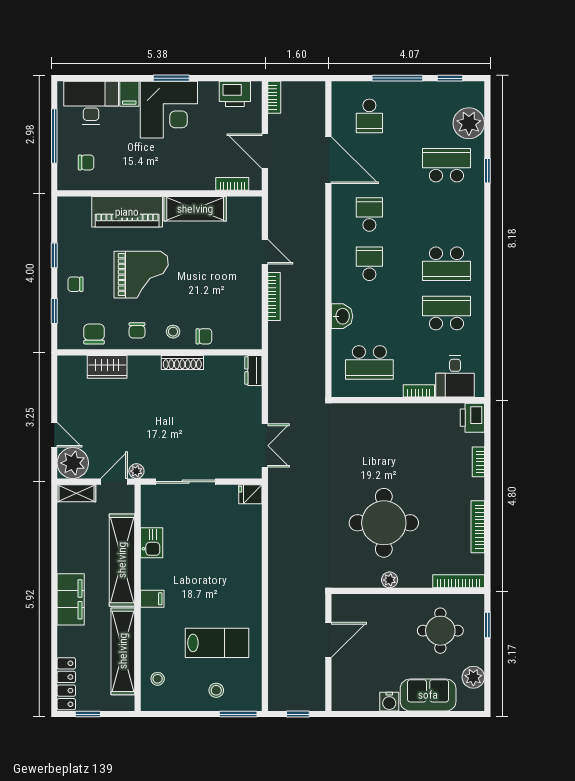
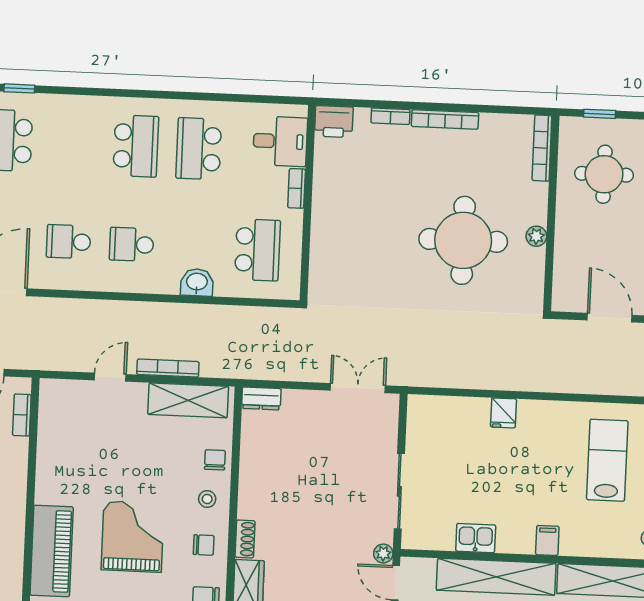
shelving: (195, 209) -> (188, 400), moved, turned 90
shoe rack: (182, 362) -> (245, 539), moved, width x0.70
fridge: (250, 494) -> (504, 413), moved
bookcase: (478, 527) -> (445, 119), moved

